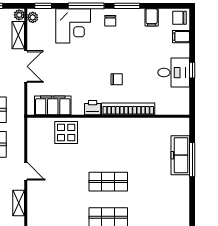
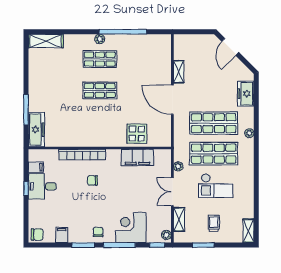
plant: (19, 15) -> (178, 166), moved
filing cabinet: (181, 37) -> (36, 167), moved
filing cabinet: (53, 105) -> (137, 158), moved
printer: (93, 108) -> (114, 156), removed
freezer: (180, 155) -> (36, 130), moved
door: (26, 171) -> (172, 100), width x1.87

